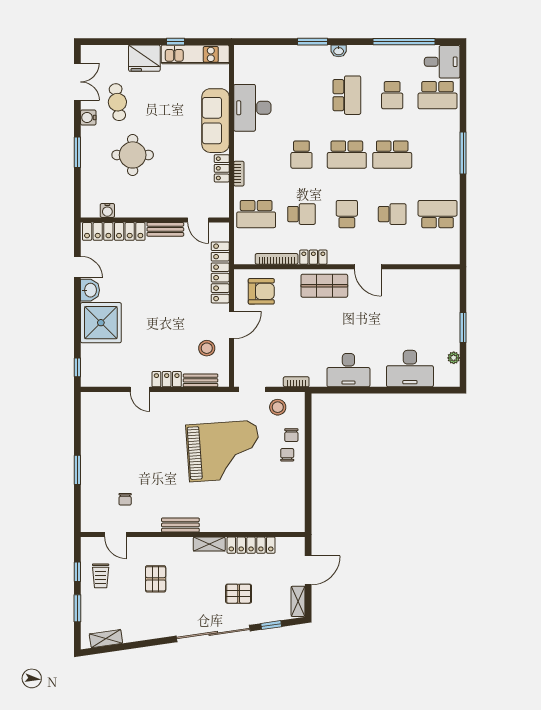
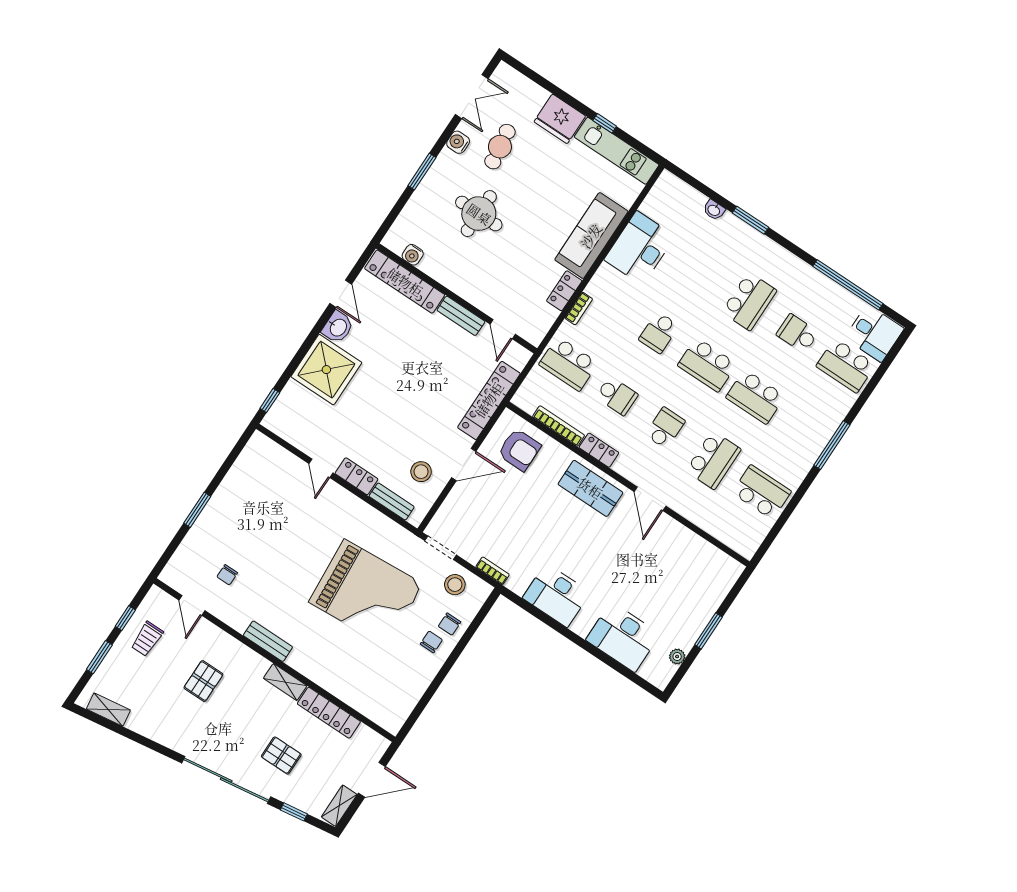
washbasin: (339, 51) -> (714, 210), moved
school desk: (392, 95) -> (797, 333), turned 90
school desk: (392, 214) -> (713, 460), width x1.85

